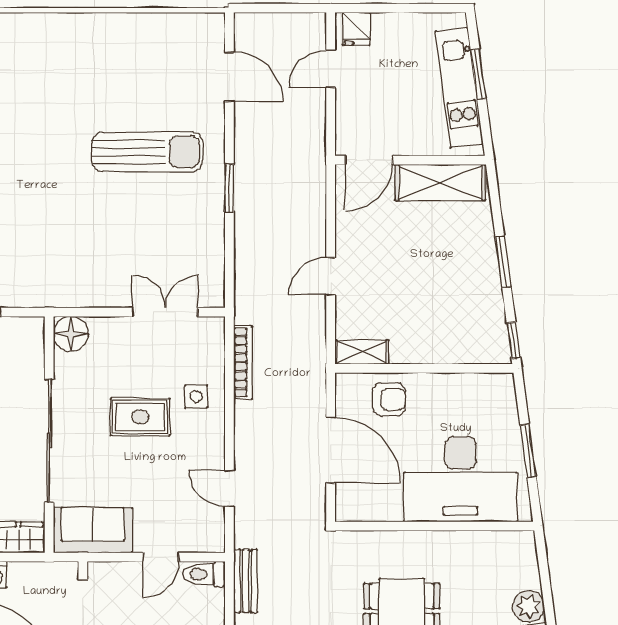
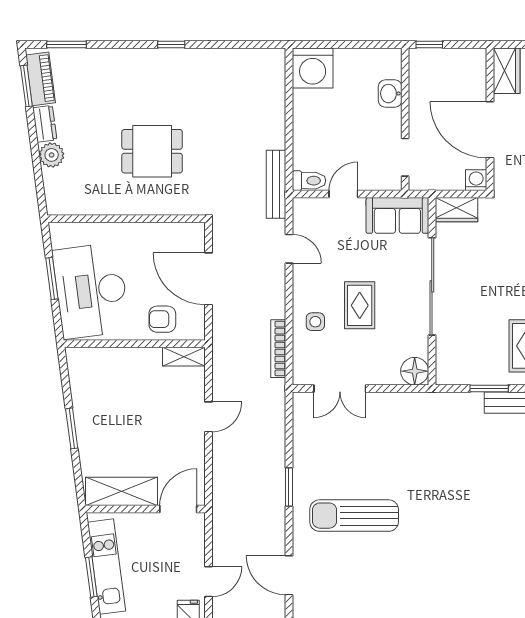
window: (514, 340) -> (63, 366), removed
rug: (140, 417) -> (360, 305), turned 90
desk: (460, 479) -> (91, 291), moved, turned -98
bench: (246, 581) -> (276, 184), width x1.36

